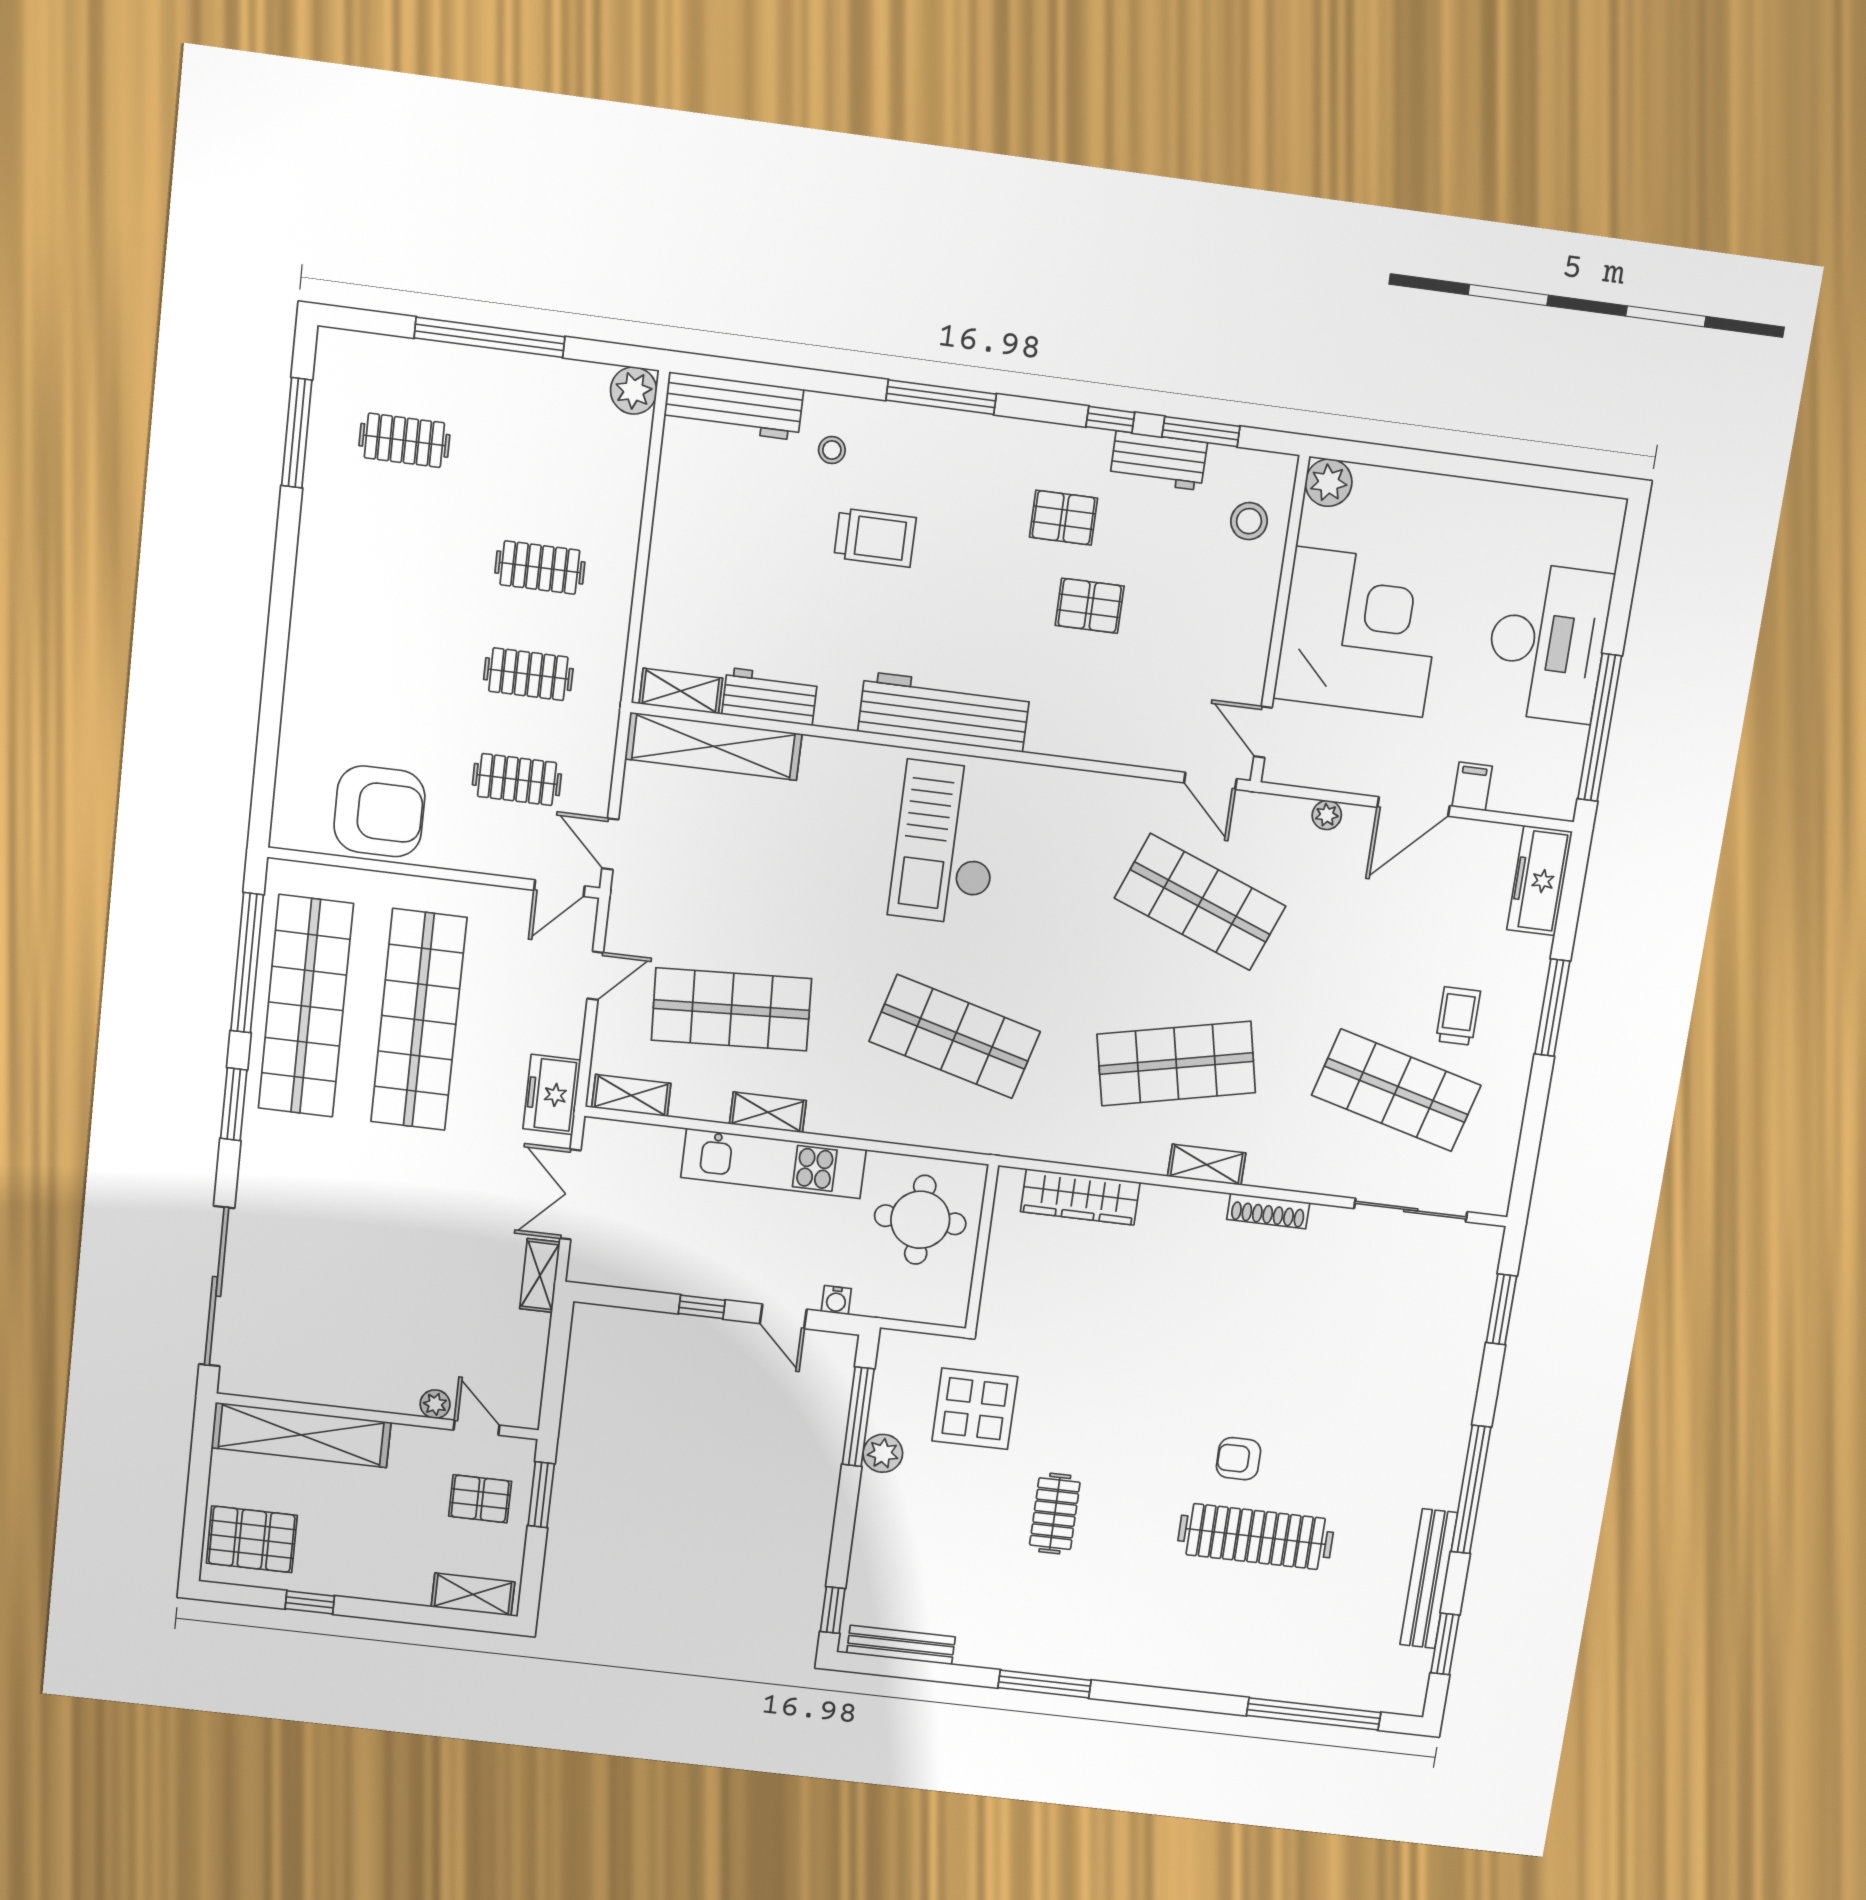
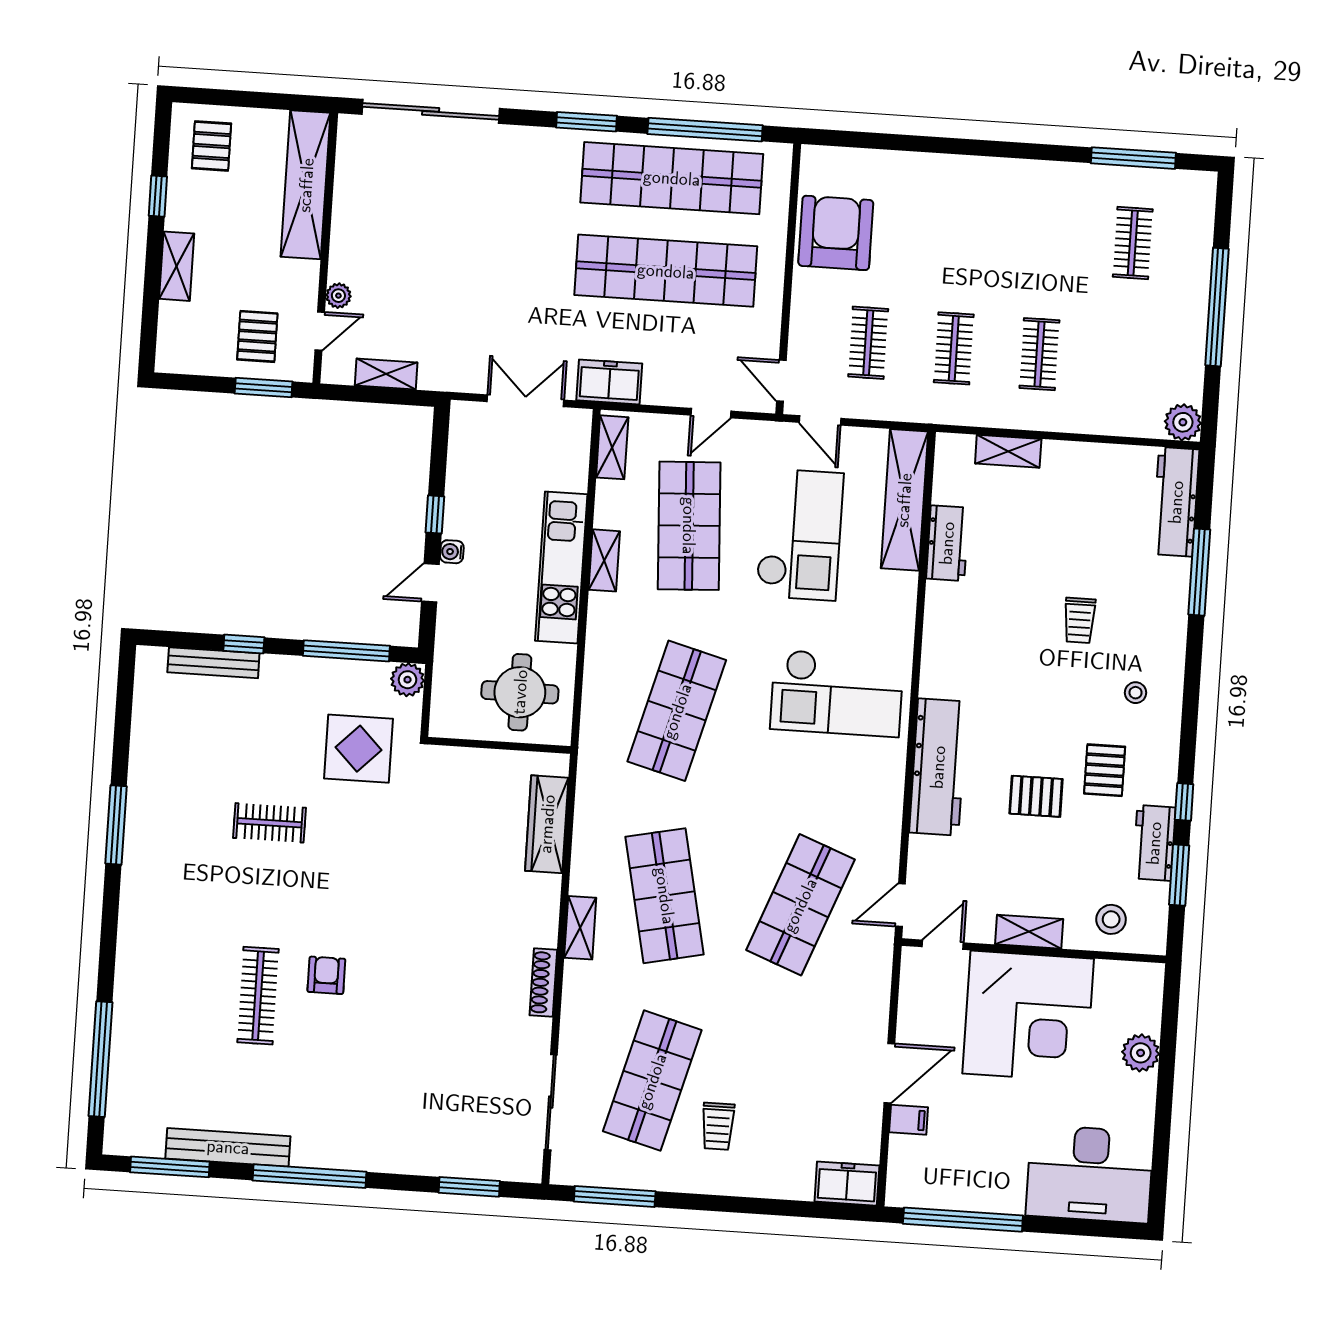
window: (941, 397) -> (1199, 572), moved
stool: (832, 450) -> (1136, 693), moved
plant: (1329, 483) -> (1141, 1053), moved
trolley: (875, 538) -> (1080, 620), width x0.73, depth x0.72
pallet: (1090, 606) -> (1036, 796), turned 90
shelving: (1256, 624) -> (1029, 932), added
desk: (1547, 643) -> (1090, 1174), moved
shelving: (681, 691) -> (1008, 451), moved, turned 90
workbench: (944, 712) -> (938, 767), moved
door: (1414, 807) -> (889, 1073), swing flipped
armchair: (379, 811) -> (836, 233), turned 180
plant: (1327, 815) -> (878, 1003), removed
checkout: (946, 843) -> (837, 693), turned 180
door: (610, 844) -> (820, 420), swing flipped
checkout: (749, 877) -> (800, 535), added
freezer: (1539, 881) -> (847, 1184), width x0.71
door: (595, 976) -> (711, 413), hinge flipped
window: (1552, 1008) -> (615, 1196), moved
trolley: (1458, 1016) -> (718, 1126), turned 90
shelving: (540, 1275) -> (386, 374), moved
water cooler: (836, 1300) -> (452, 552), moved
plant: (883, 1453) -> (408, 680), moved
clothes rail: (1256, 1537) -> (258, 996), width x0.73, depth x0.76
pallet: (252, 1539) -> (211, 146), width x0.67, depth x0.71
shelving: (473, 1594) -> (177, 266), moved
window: (833, 1610) -> (244, 644), moved
window: (1445, 1644) -> (170, 1167), width x1.44
bench: (901, 1645) -> (213, 663), moved, turned 90

